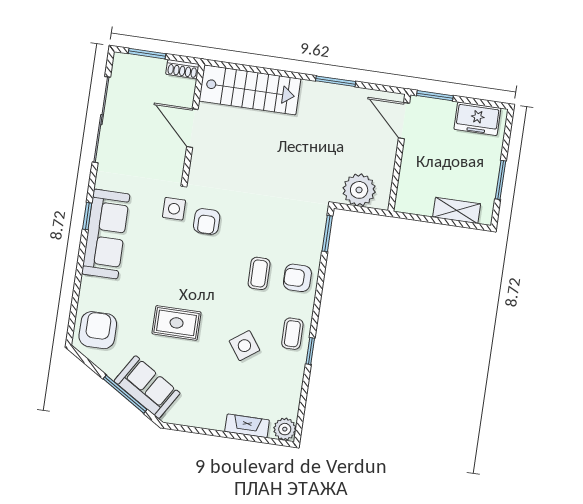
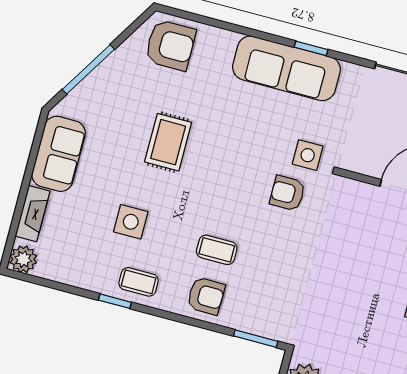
armchair: (297, 278) -> (206, 296), turned 91
side table: (244, 346) -> (131, 222), turned 36
sofa: (147, 387) -> (59, 154), moved, turned -32

